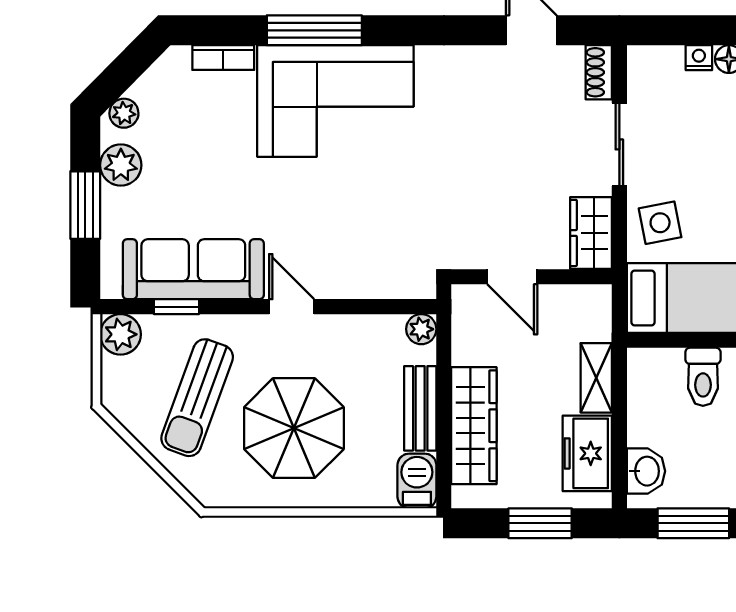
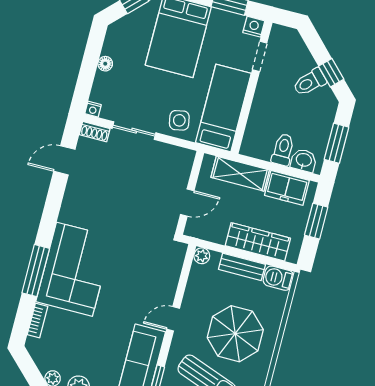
nightstand: (699, 58) -> (93, 109), moved, turned -90
wardrobe: (591, 233) -> (175, 157), removed
toilet: (703, 377) -> (283, 150), moved, turned -90
shelving: (596, 378) -> (240, 174), width x1.50, depth x1.33

